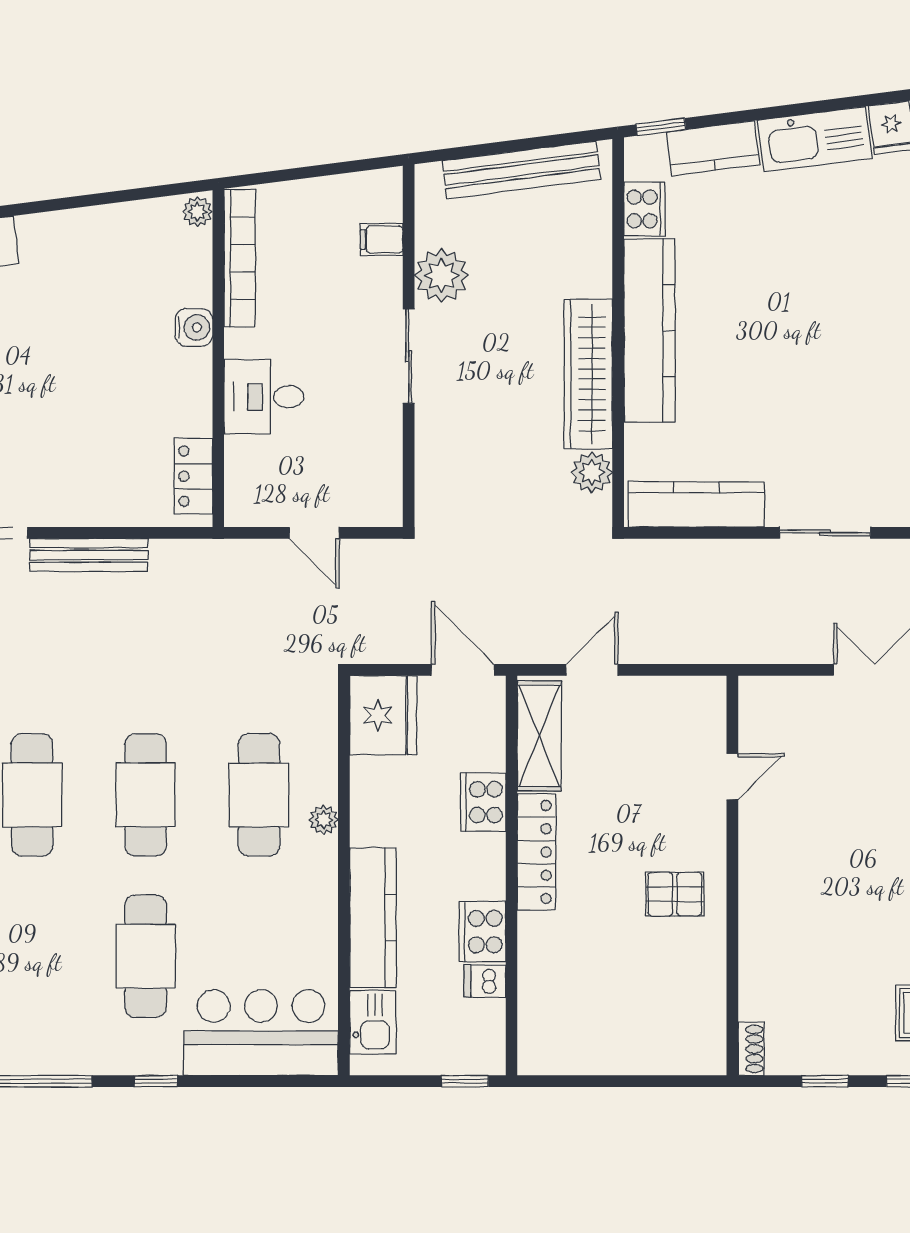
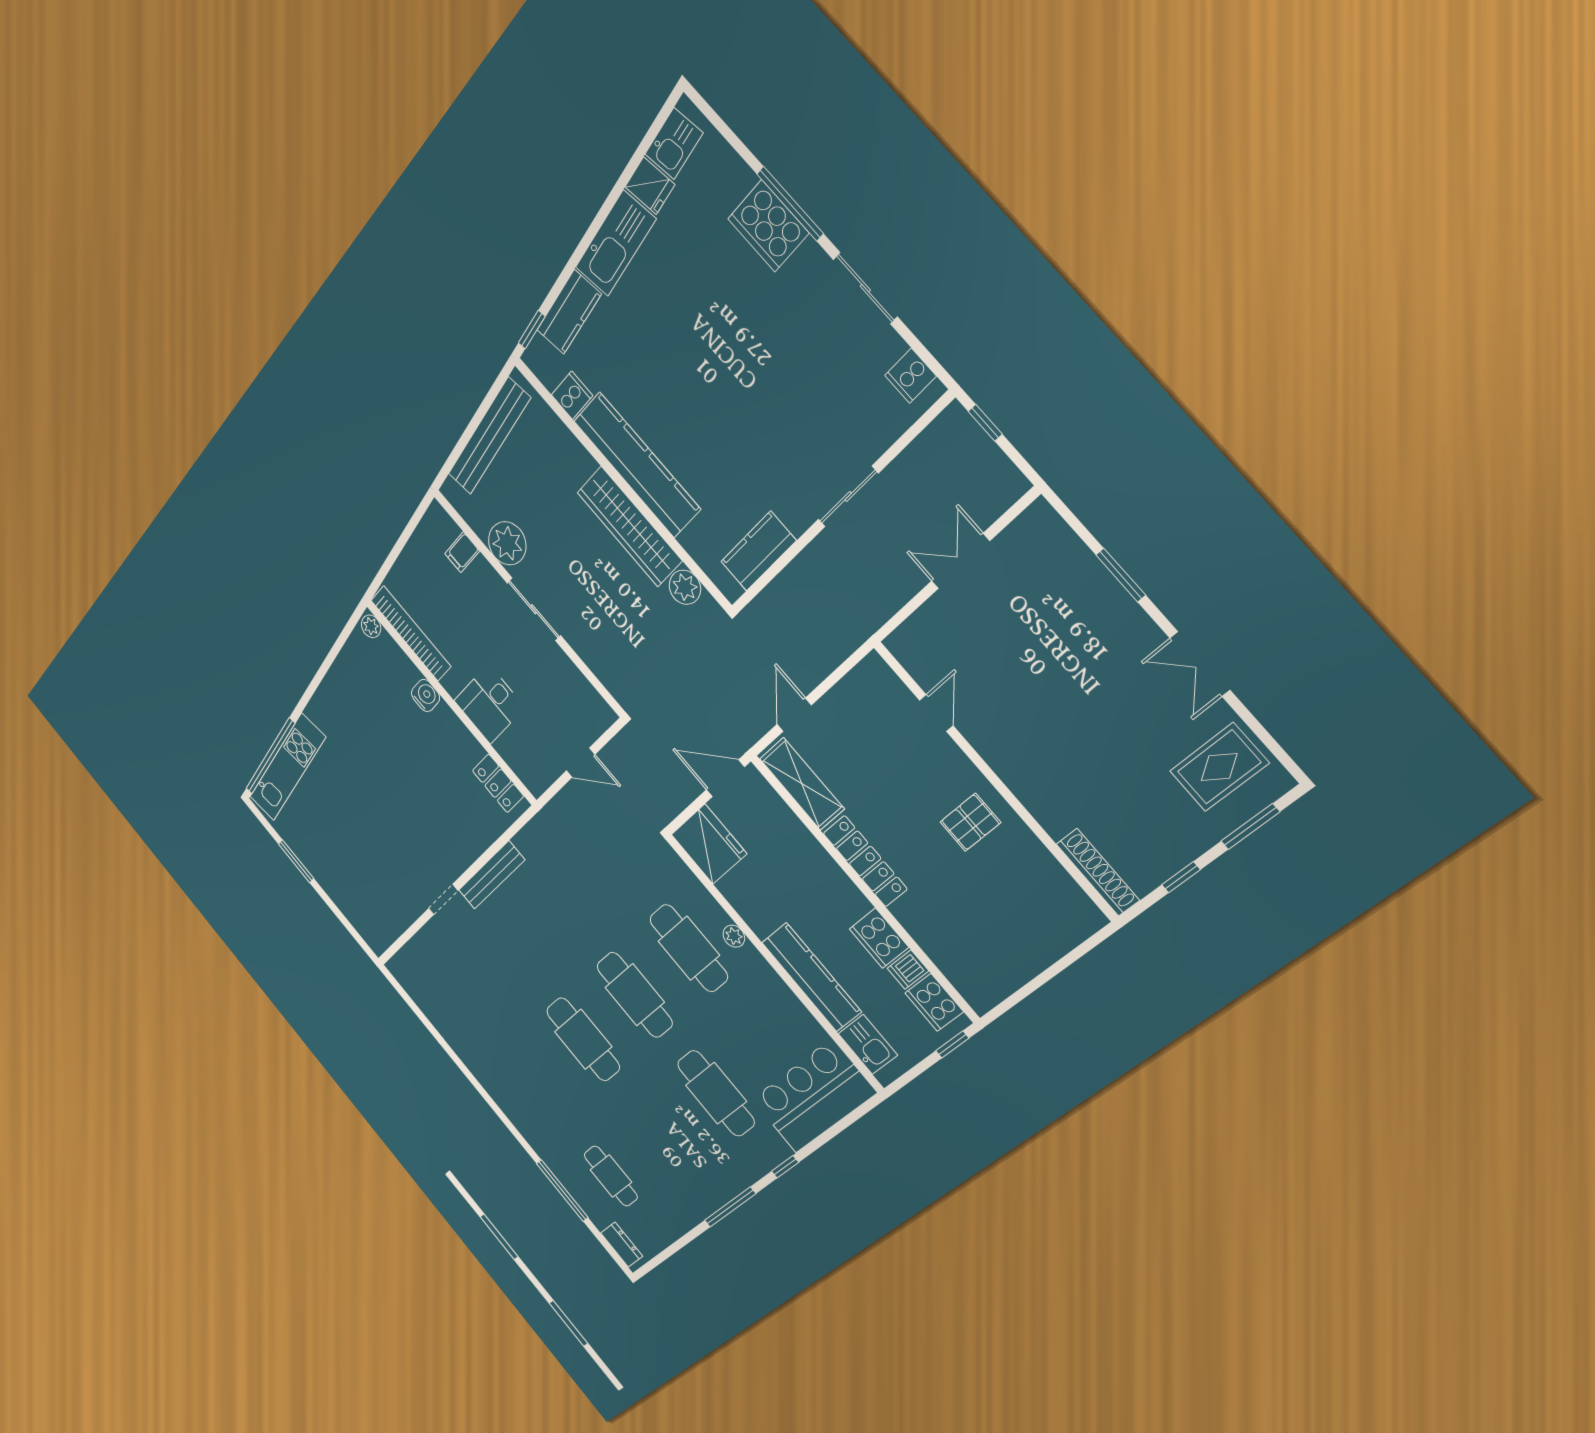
cooker: (645, 209) -> (572, 395), width x0.73
kitchen counter: (696, 504) -> (758, 551), width x0.67
cooker: (483, 802) -> (934, 1002), moved
shoe rack: (751, 1049) -> (1098, 872), width x1.94, depth x1.24

